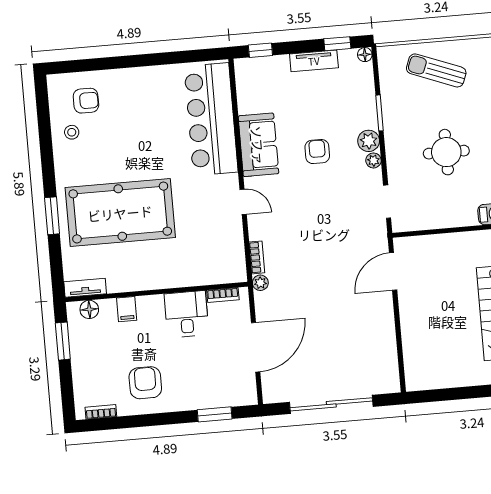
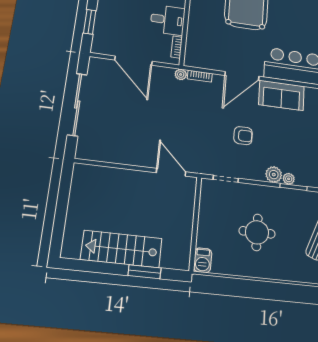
armchair: (317, 152) -> (243, 136), moved
plant: (373, 160) -> (289, 179), moved
door: (243, 202) -> (242, 76), width x1.87

